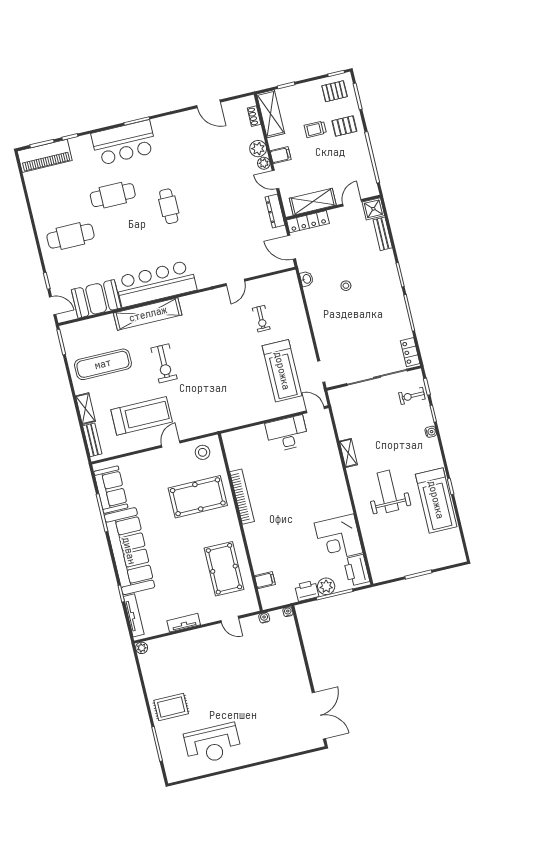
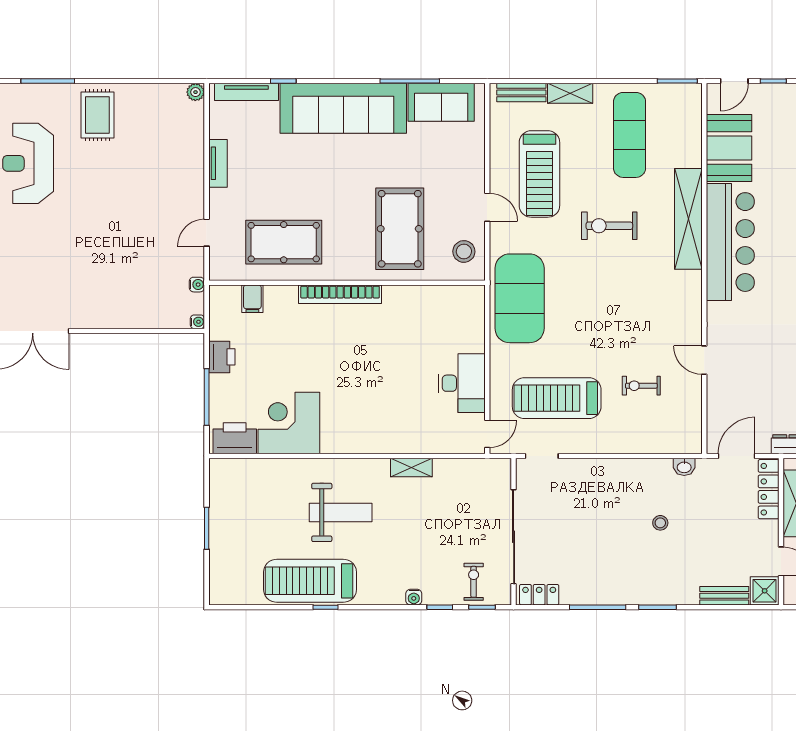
exercise mat: (224, 410) -> (520, 298), added
bookcase: (242, 497) -> (340, 294), moved
plant: (326, 586) -> (222, 387), removed

